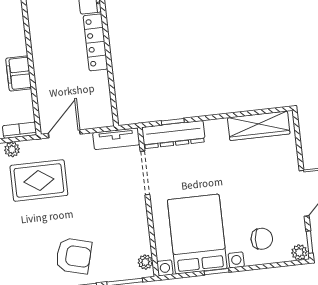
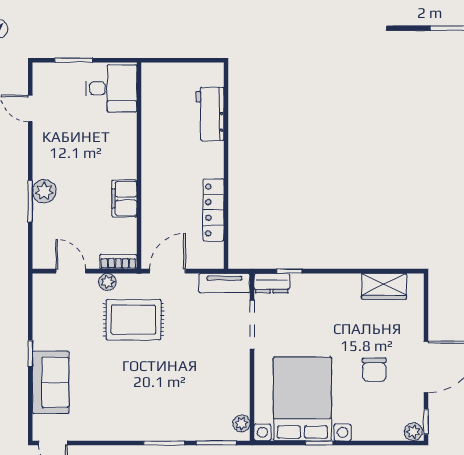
locker: (95, 42) -> (213, 210), moved
wardrobe: (259, 126) -> (384, 286), width x0.67
dresser: (174, 135) -> (272, 283), width x0.51, depth x0.80
chair: (262, 239) -> (374, 370), moved, turned 86
armchair: (74, 256) -> (163, 408), removed

